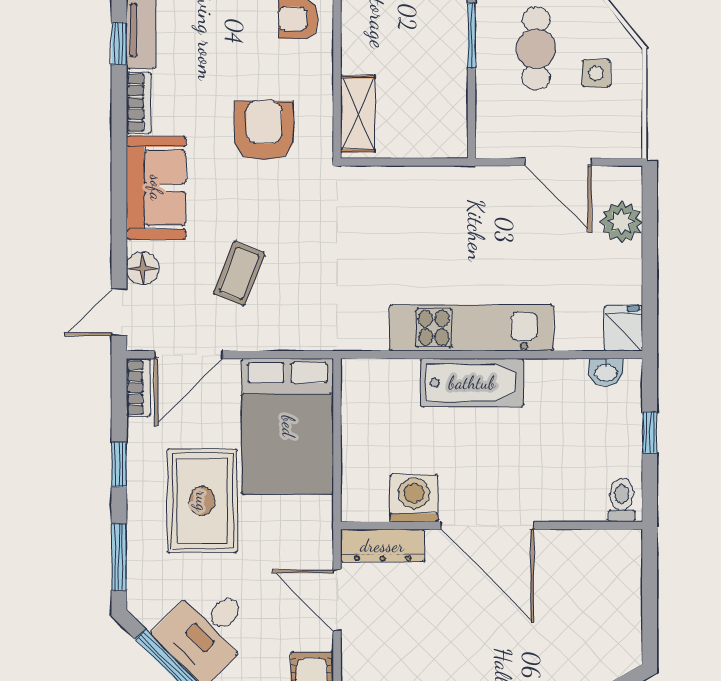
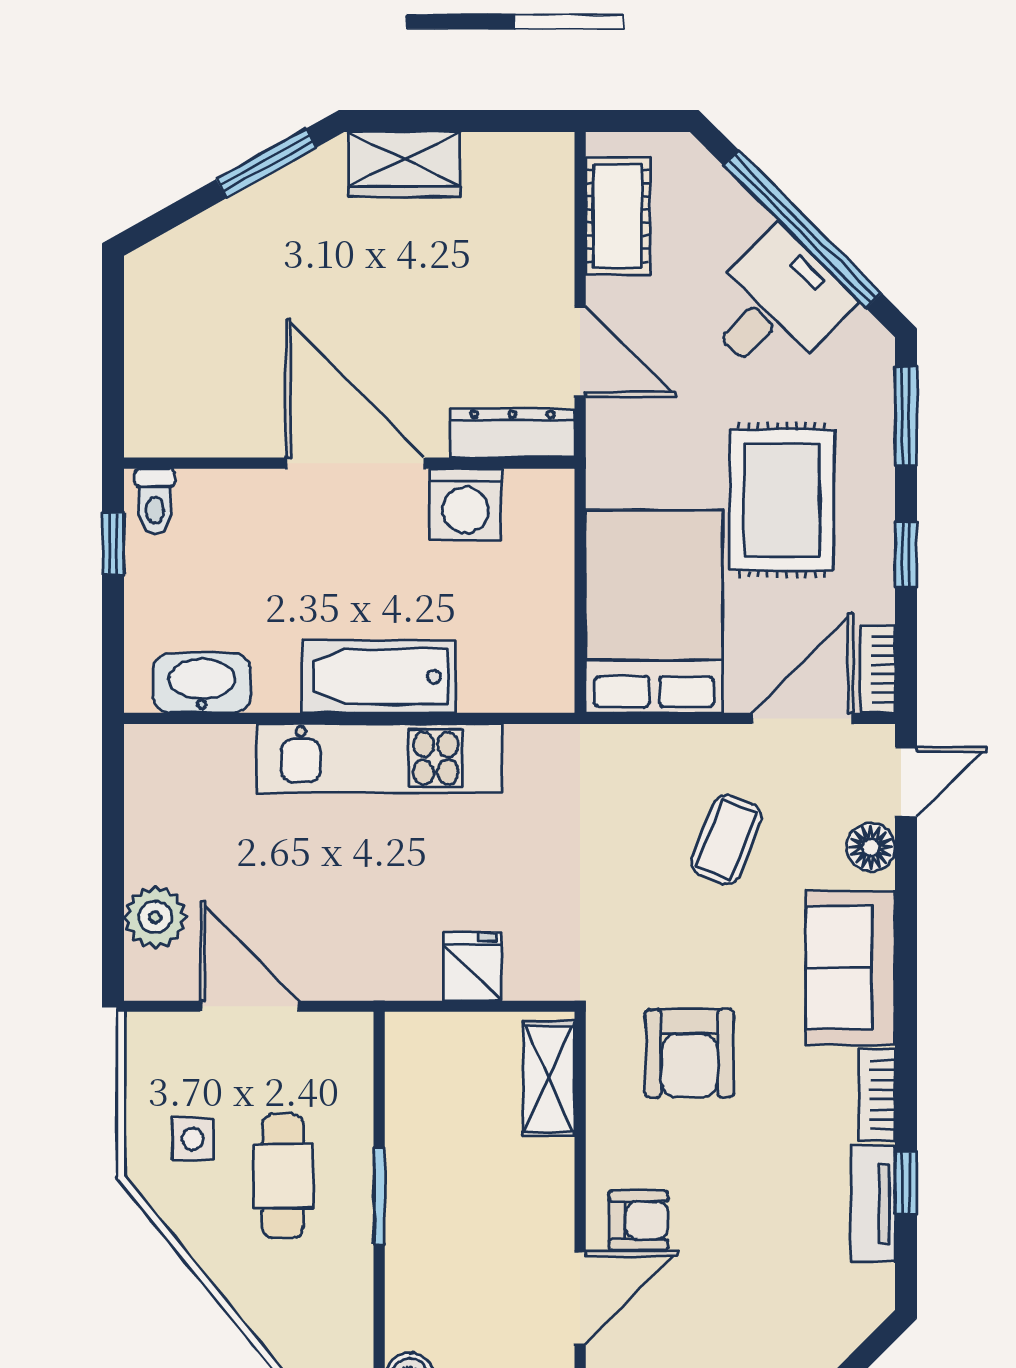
fridge: (623, 328) -> (472, 967), moved, turned 180
washbasin: (606, 372) -> (202, 683), width x1.91, depth x1.45
window: (650, 433) -> (113, 543), moved

